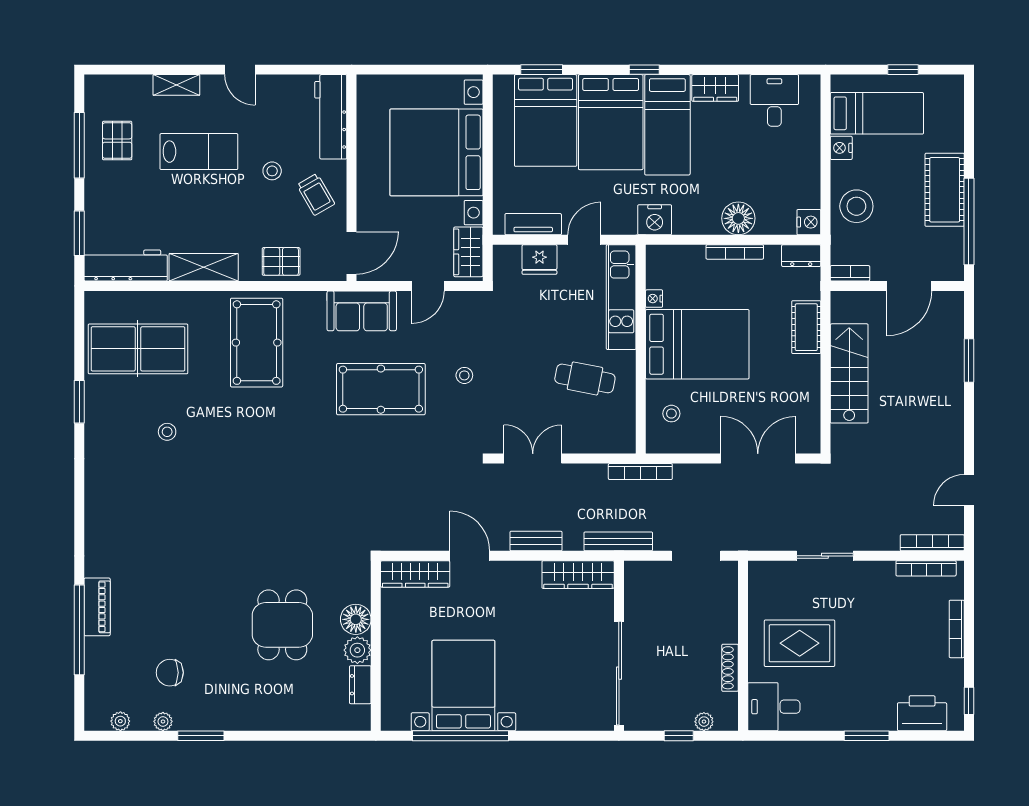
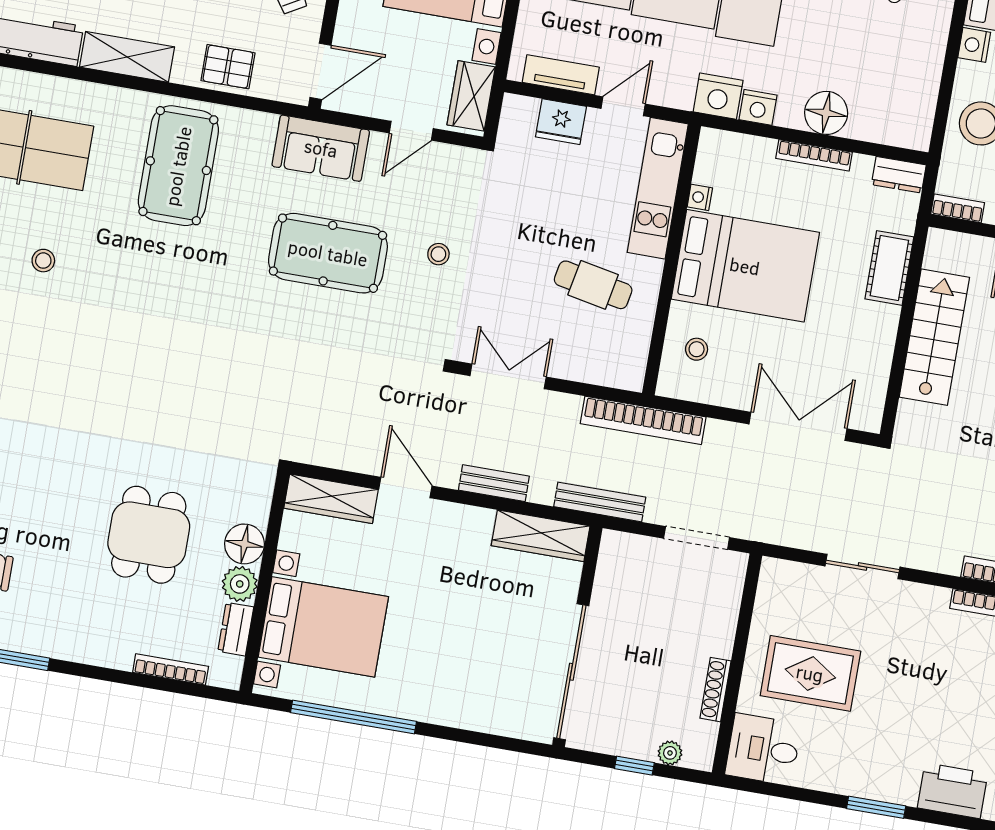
nightstand: (809, 222) -> (758, 107), moved, turned 90
bookcase: (640, 472) -> (643, 420), width x1.48, depth x1.31
bed with nightstands: (463, 686) -> (323, 627), moved, turned 90
bookcase: (316, 724) -> (171, 669), added

